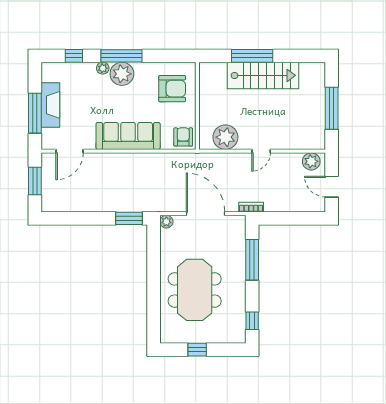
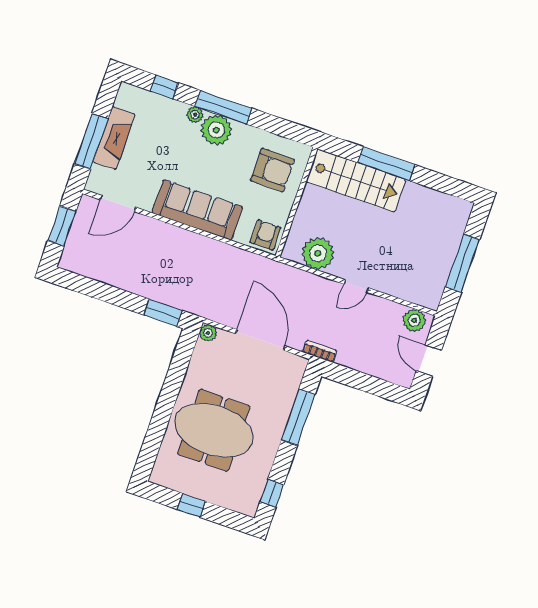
stairs: (263, 75) -> (356, 180), moved
meeting table: (195, 290) -> (214, 430), turned 90

